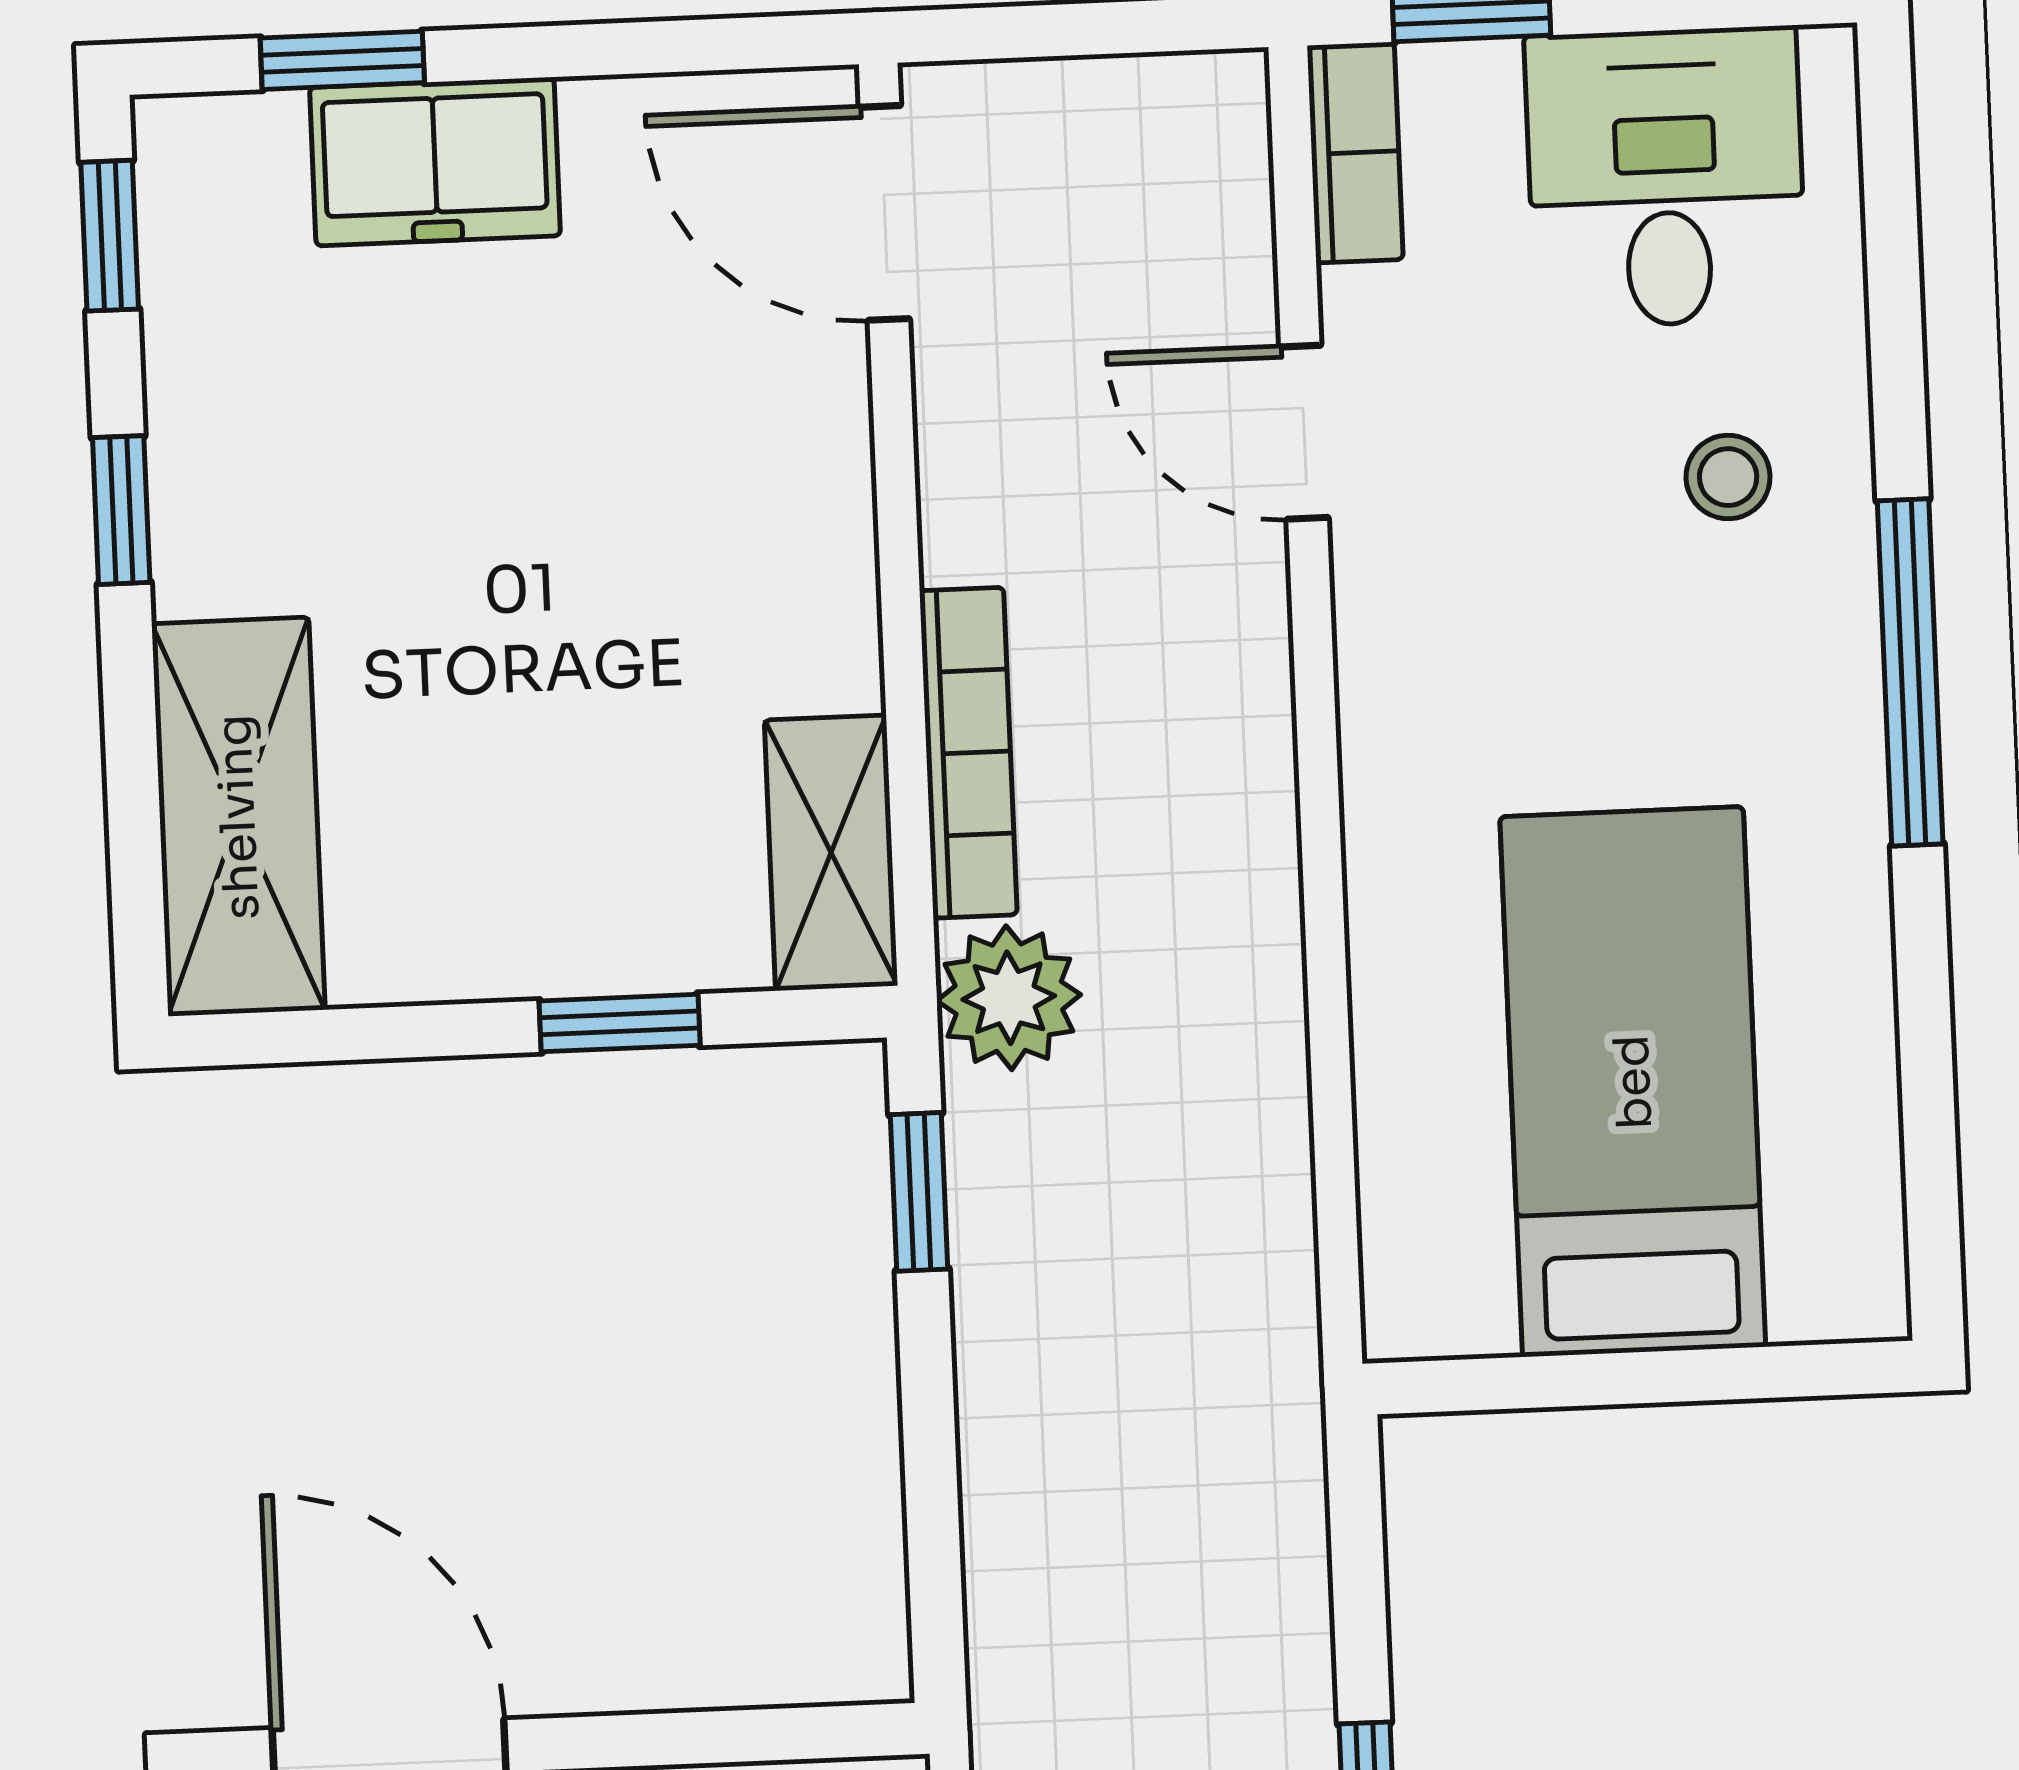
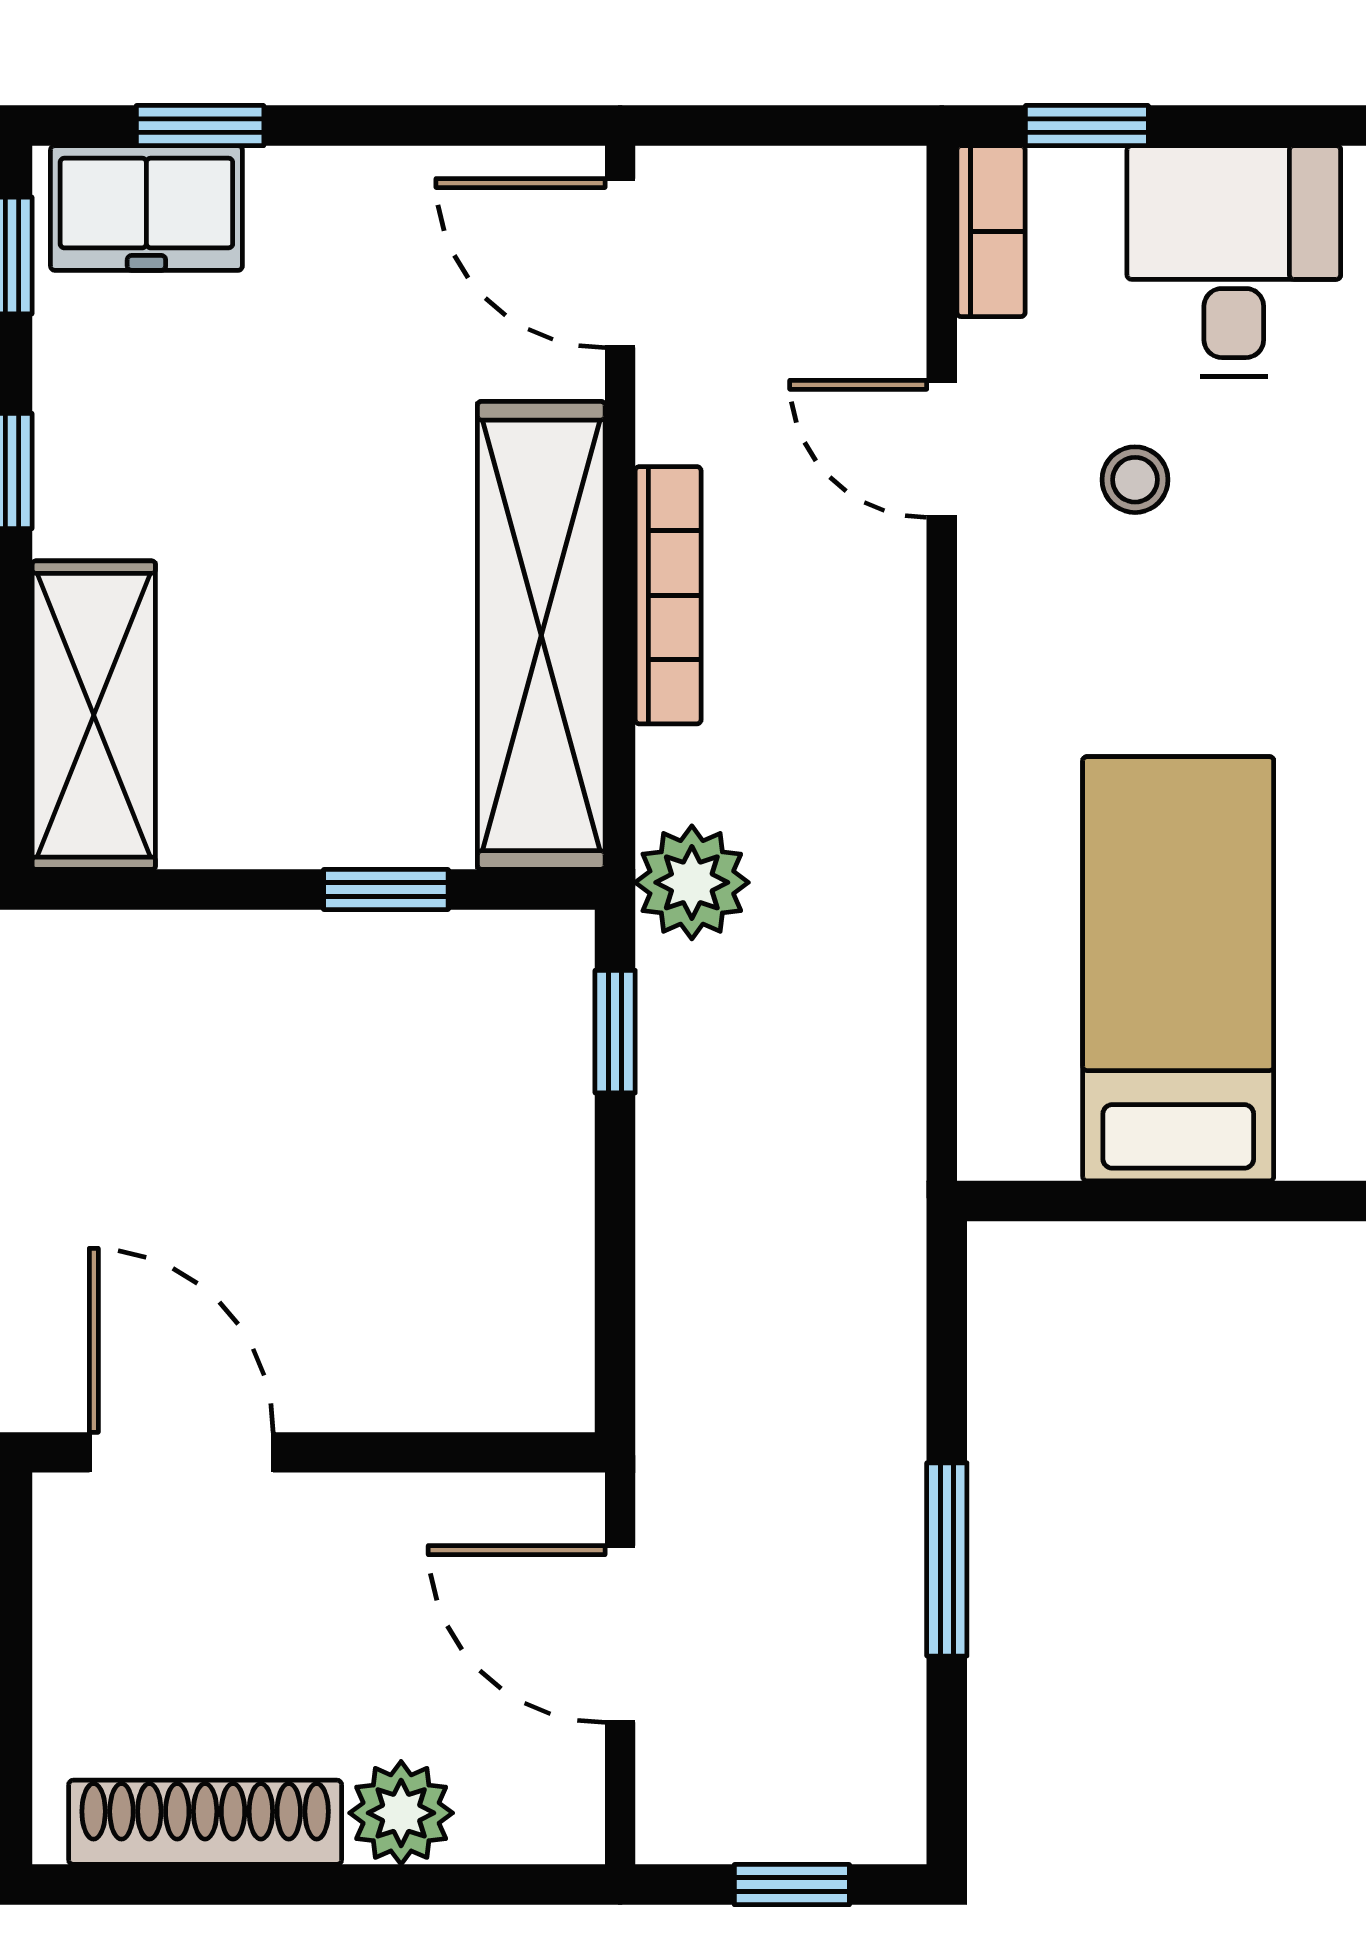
freezer: (435, 162) -> (146, 208), moved
stool: (1728, 477) -> (1135, 480), moved
bookcase: (968, 753) -> (668, 595), moved
shelving: (831, 853) -> (541, 635), width x2.20, depth x1.33

